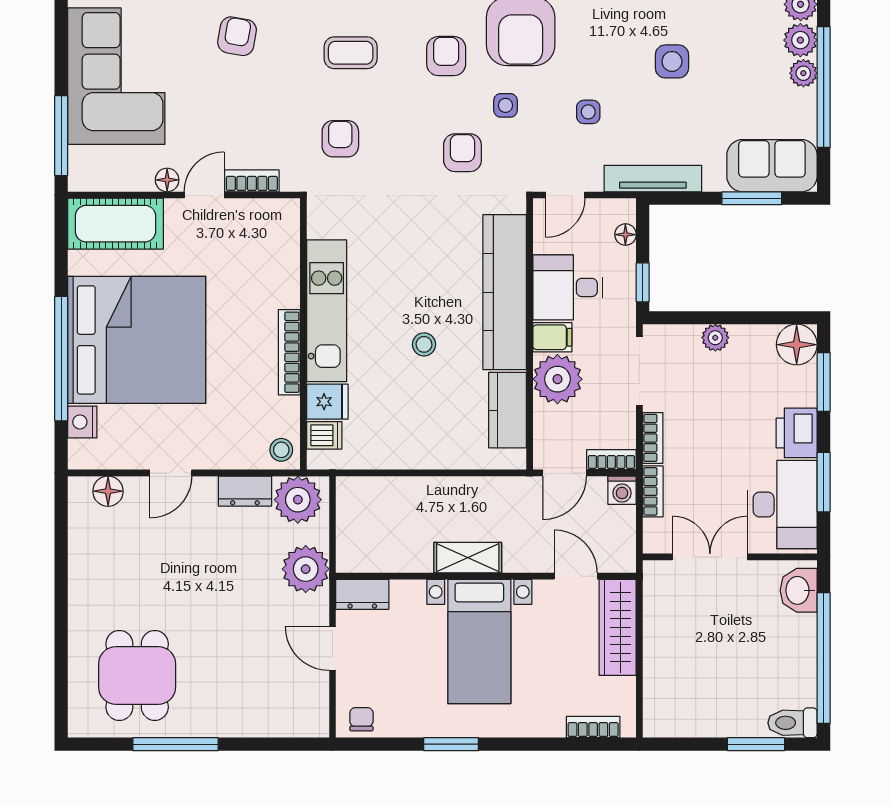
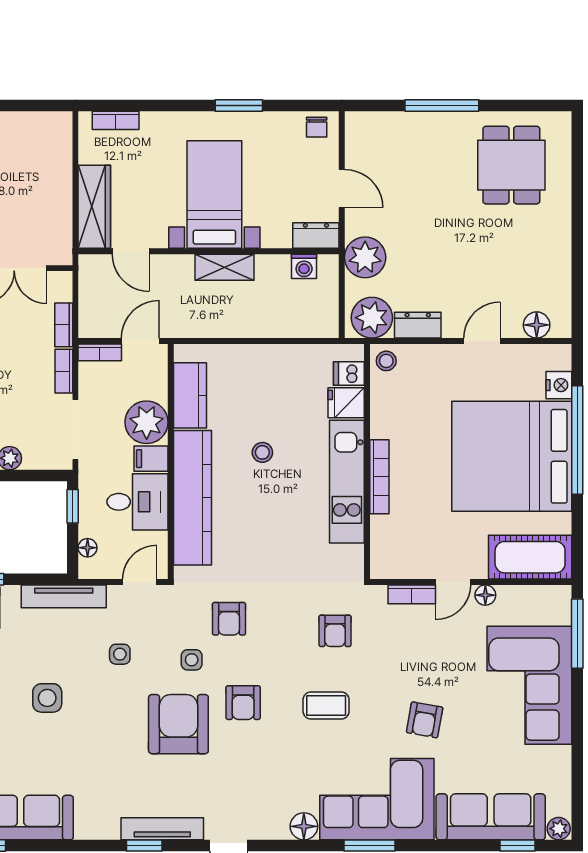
bookcase: (289, 352) -> (379, 477), moved
washing machine: (622, 490) -> (304, 266), moved, turned 180
window: (176, 744) -> (442, 105), moved

